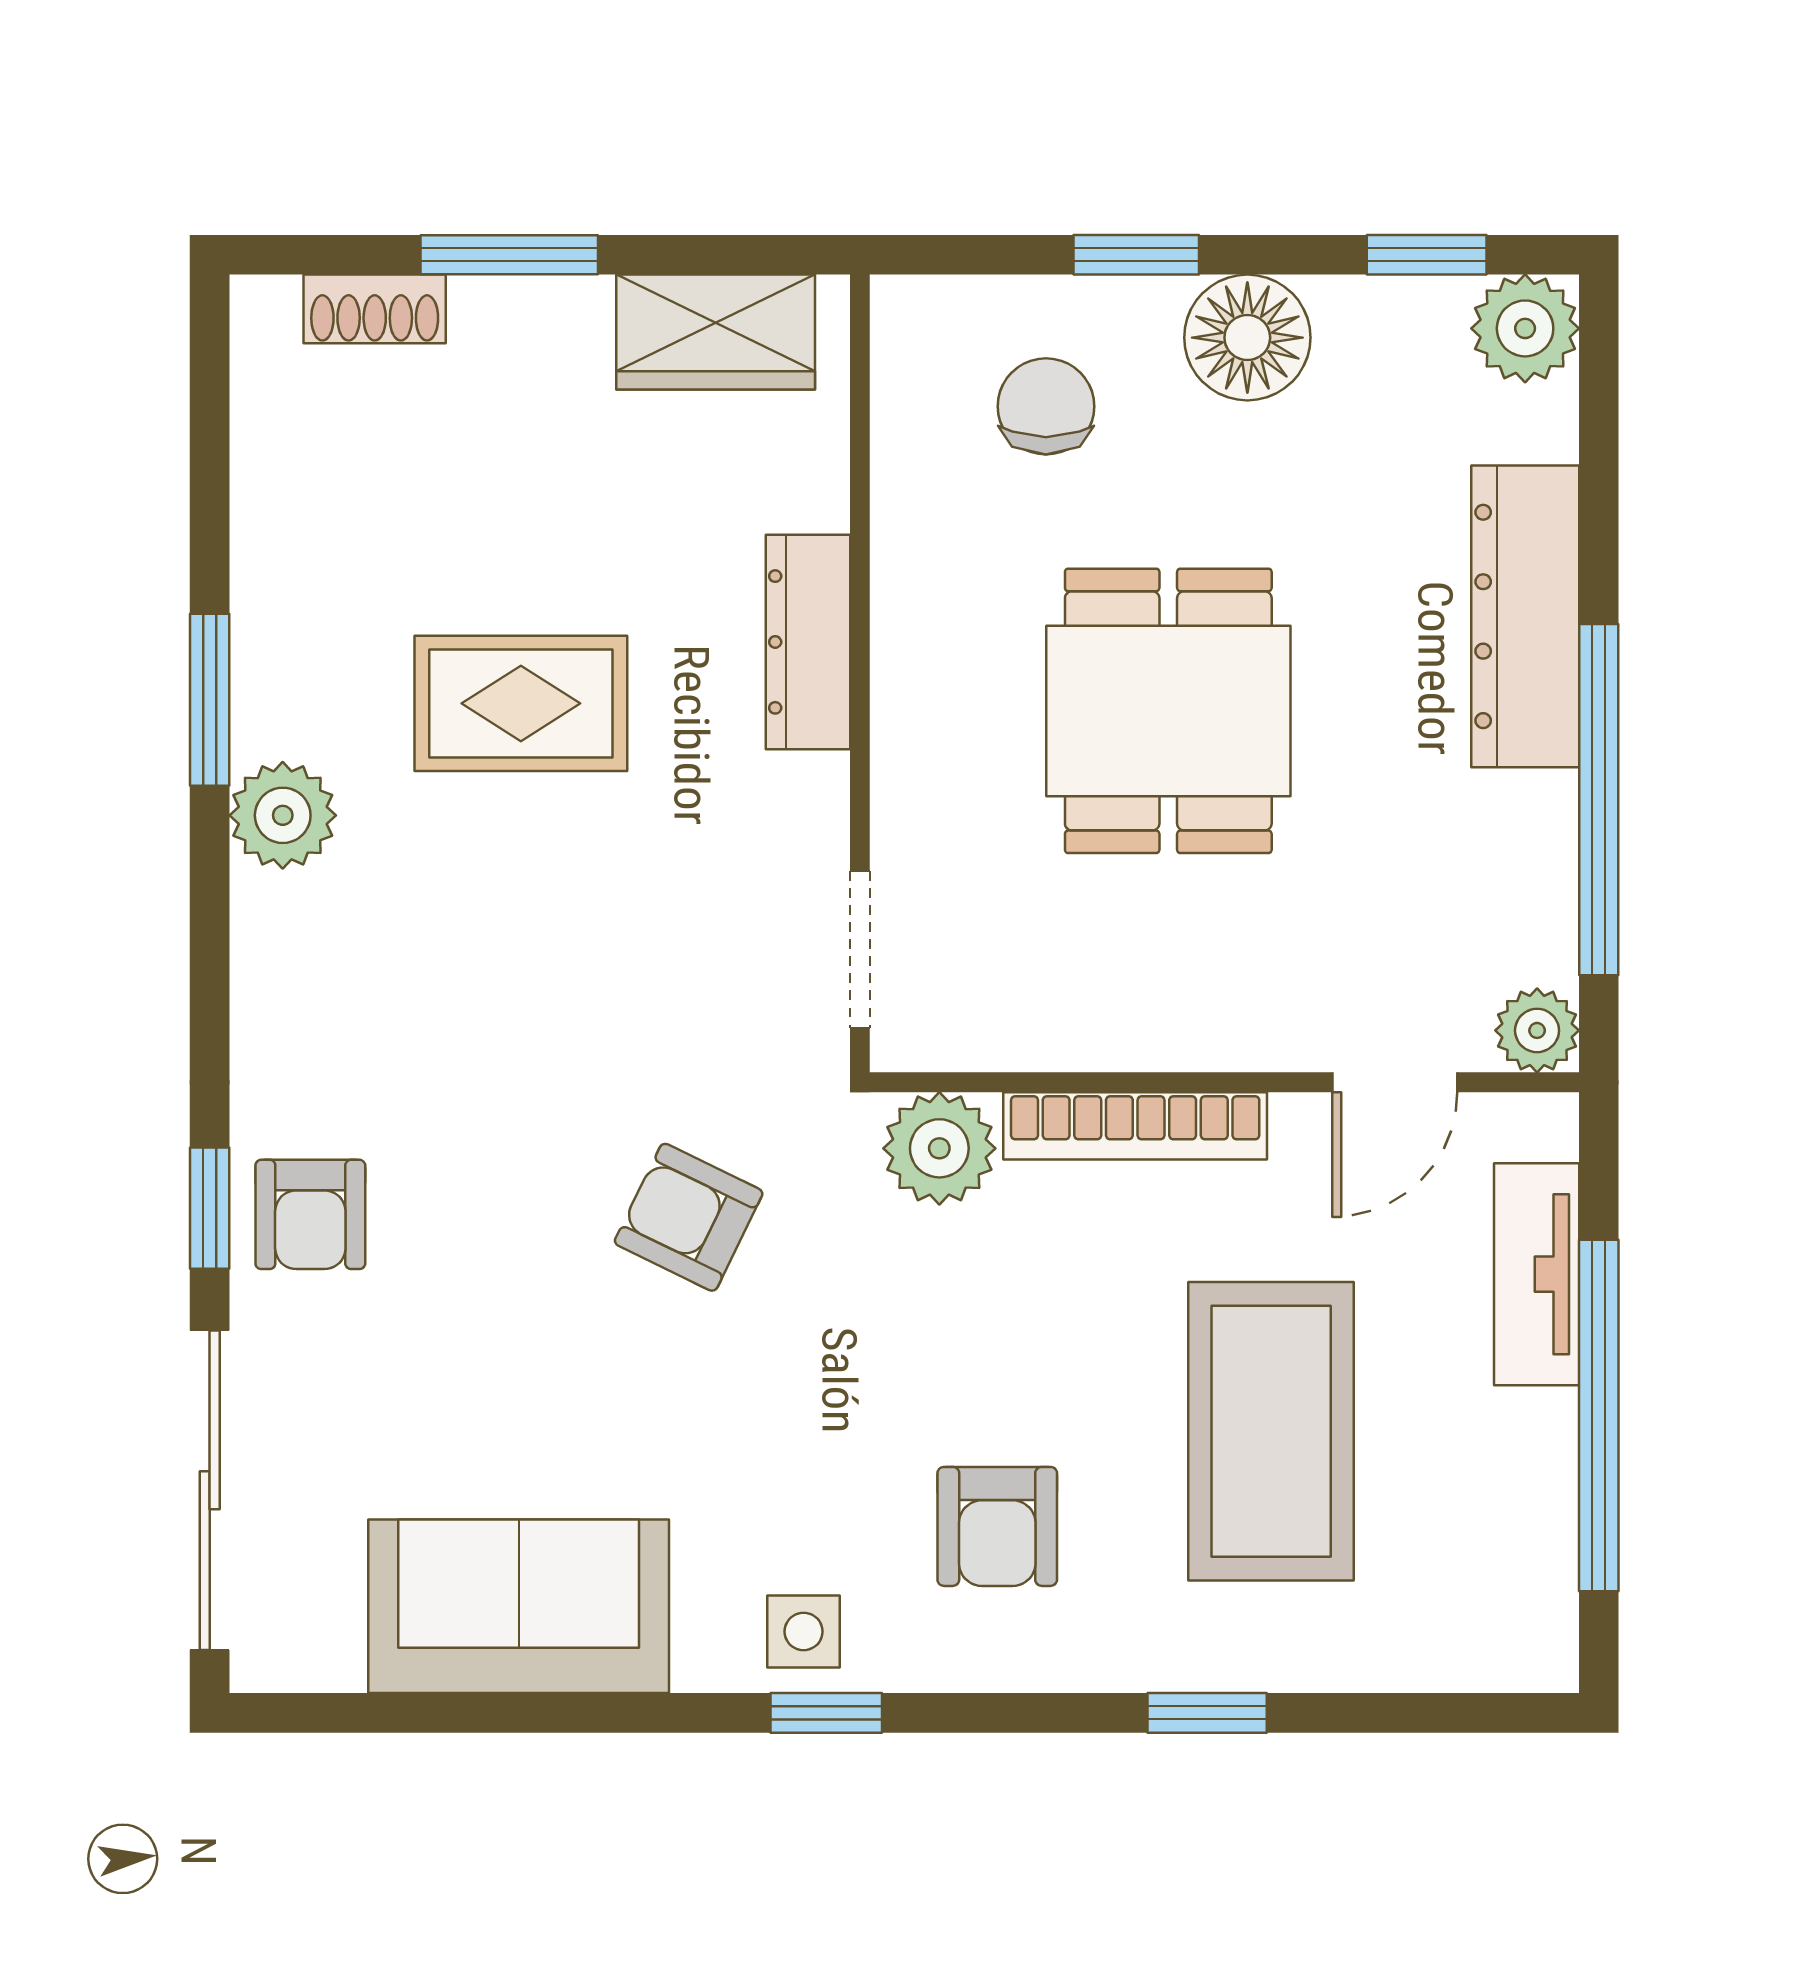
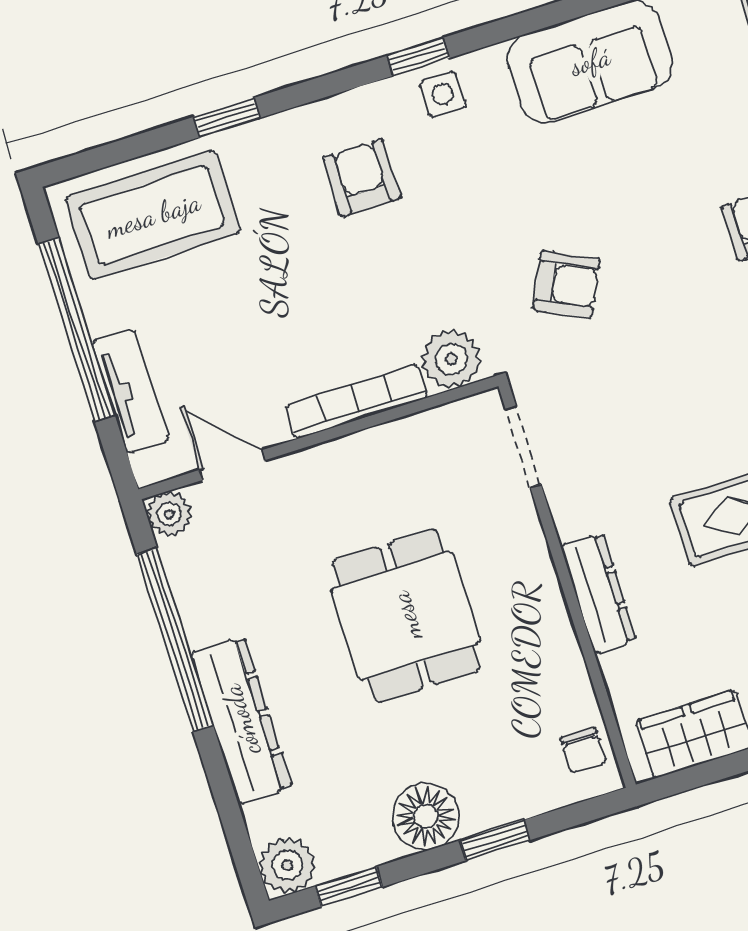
chair: (1046, 406) -> (583, 750), moved, width x0.73, depth x0.73
door: (1395, 1082) -> (233, 465), hinge flipped
coffee table: (1271, 1431) -> (153, 215), moved, turned 90

